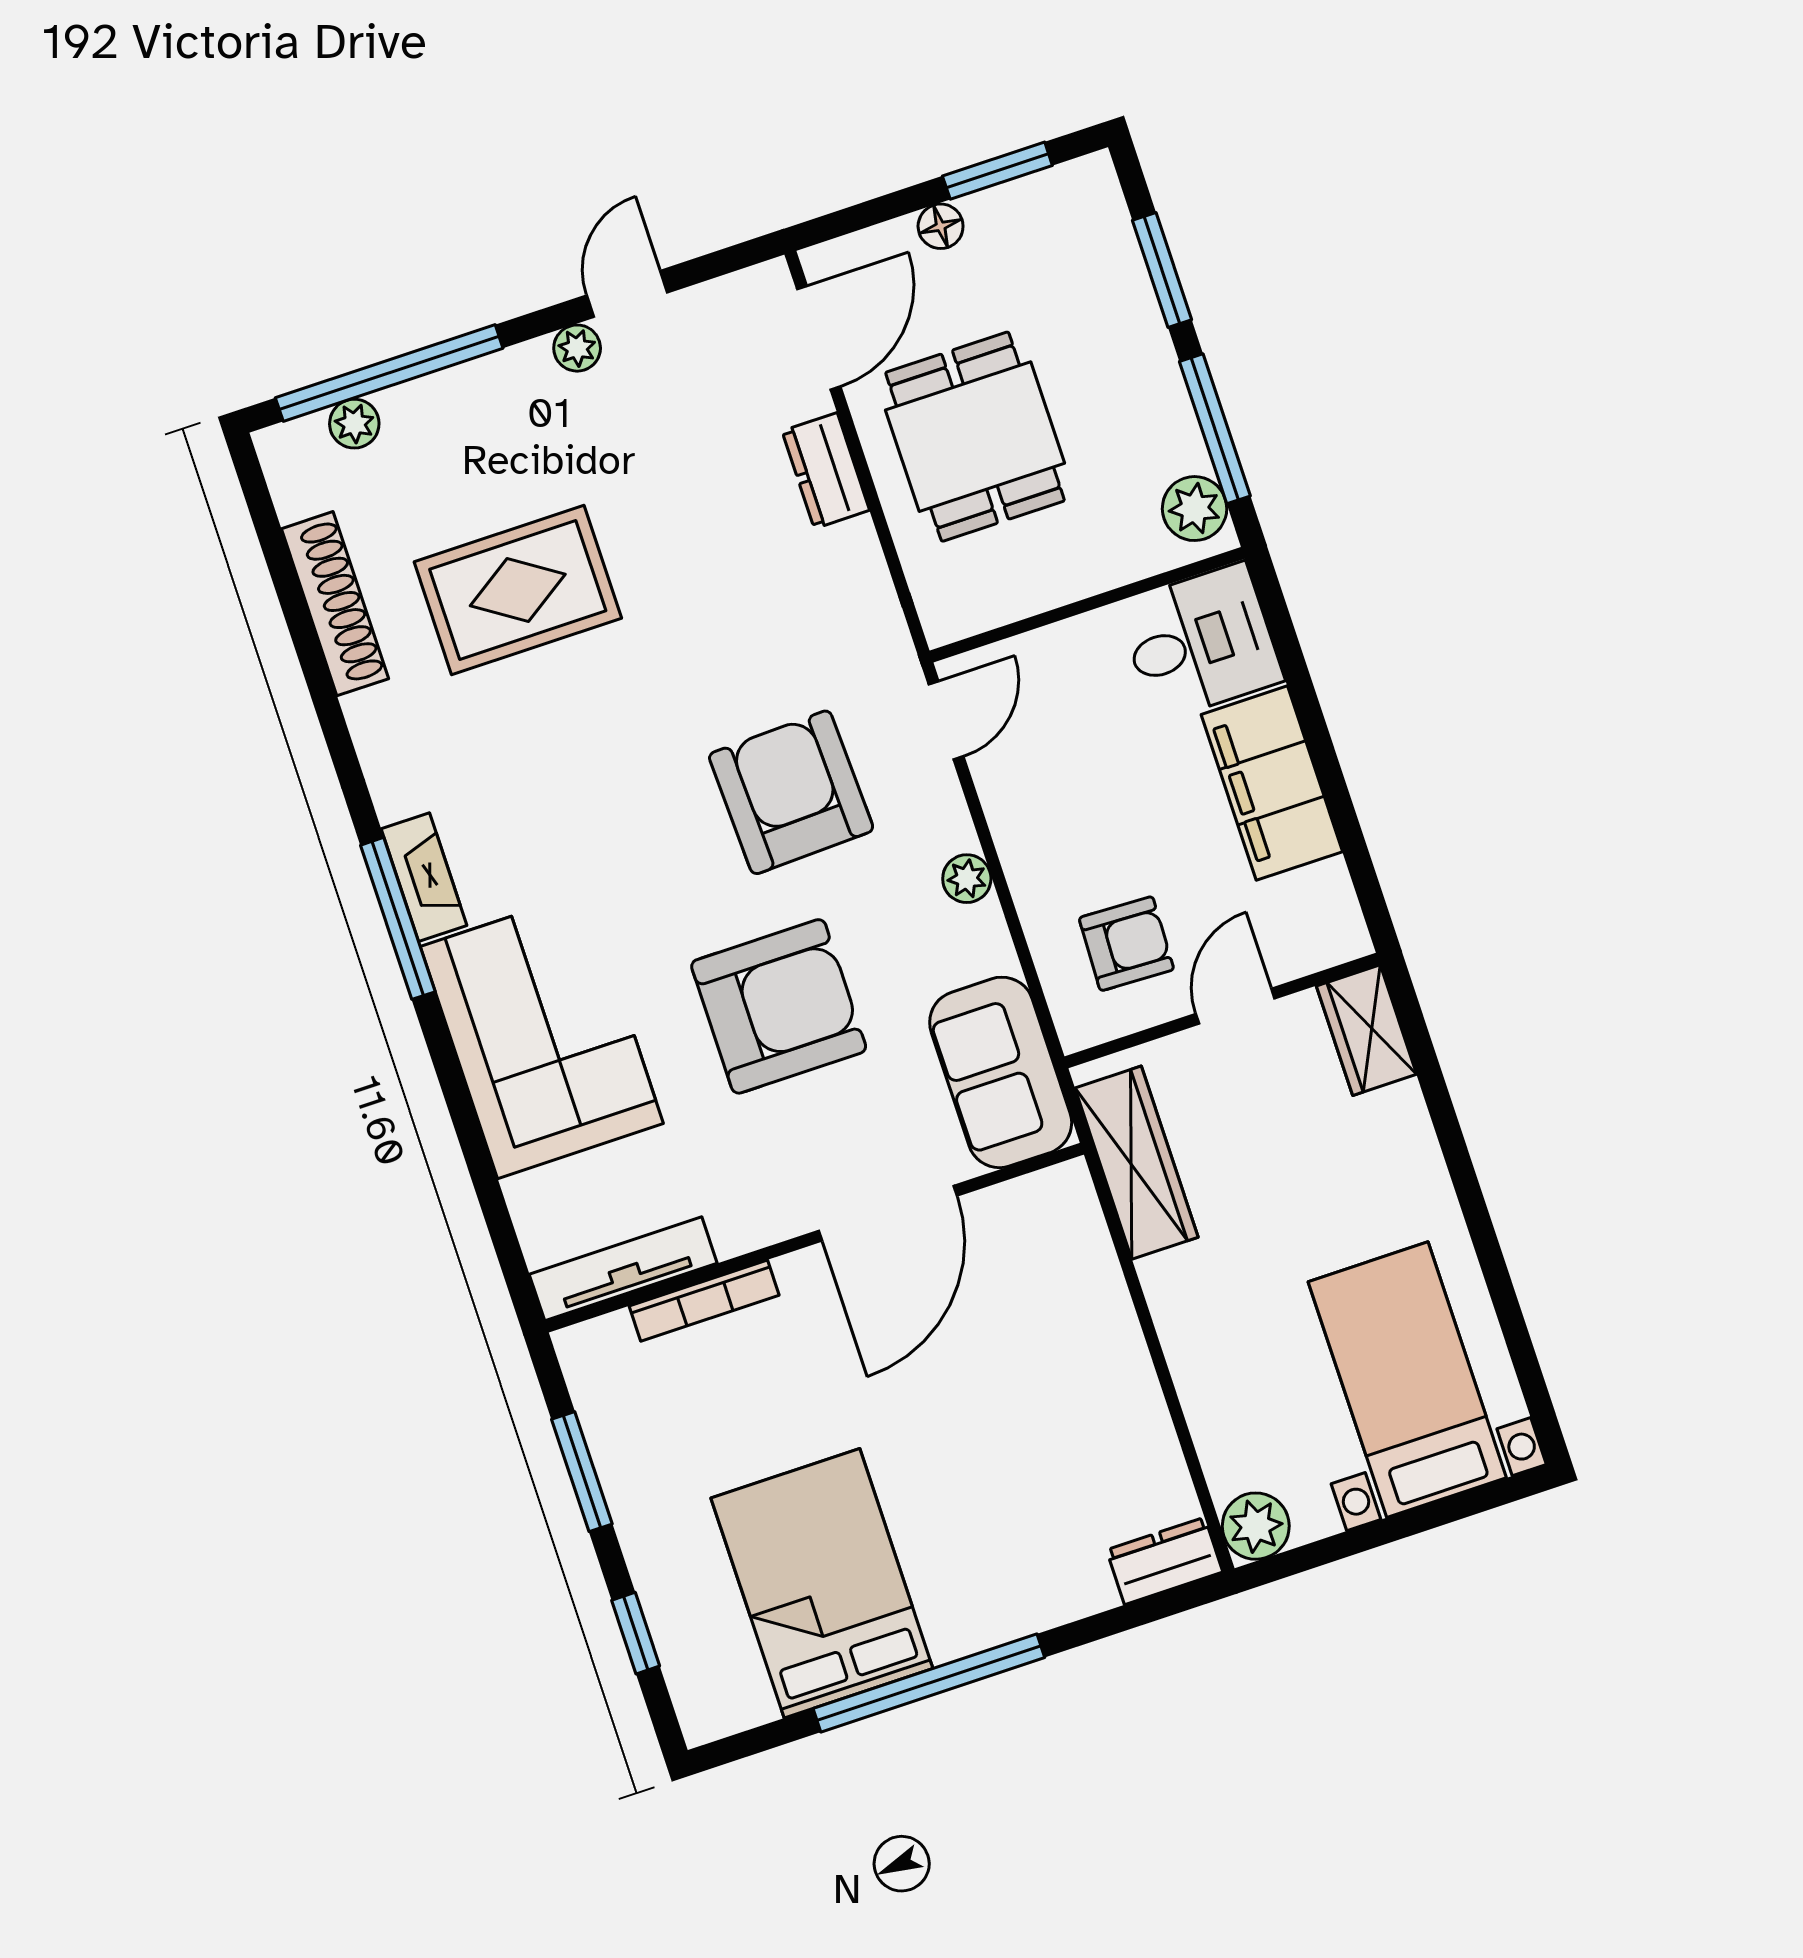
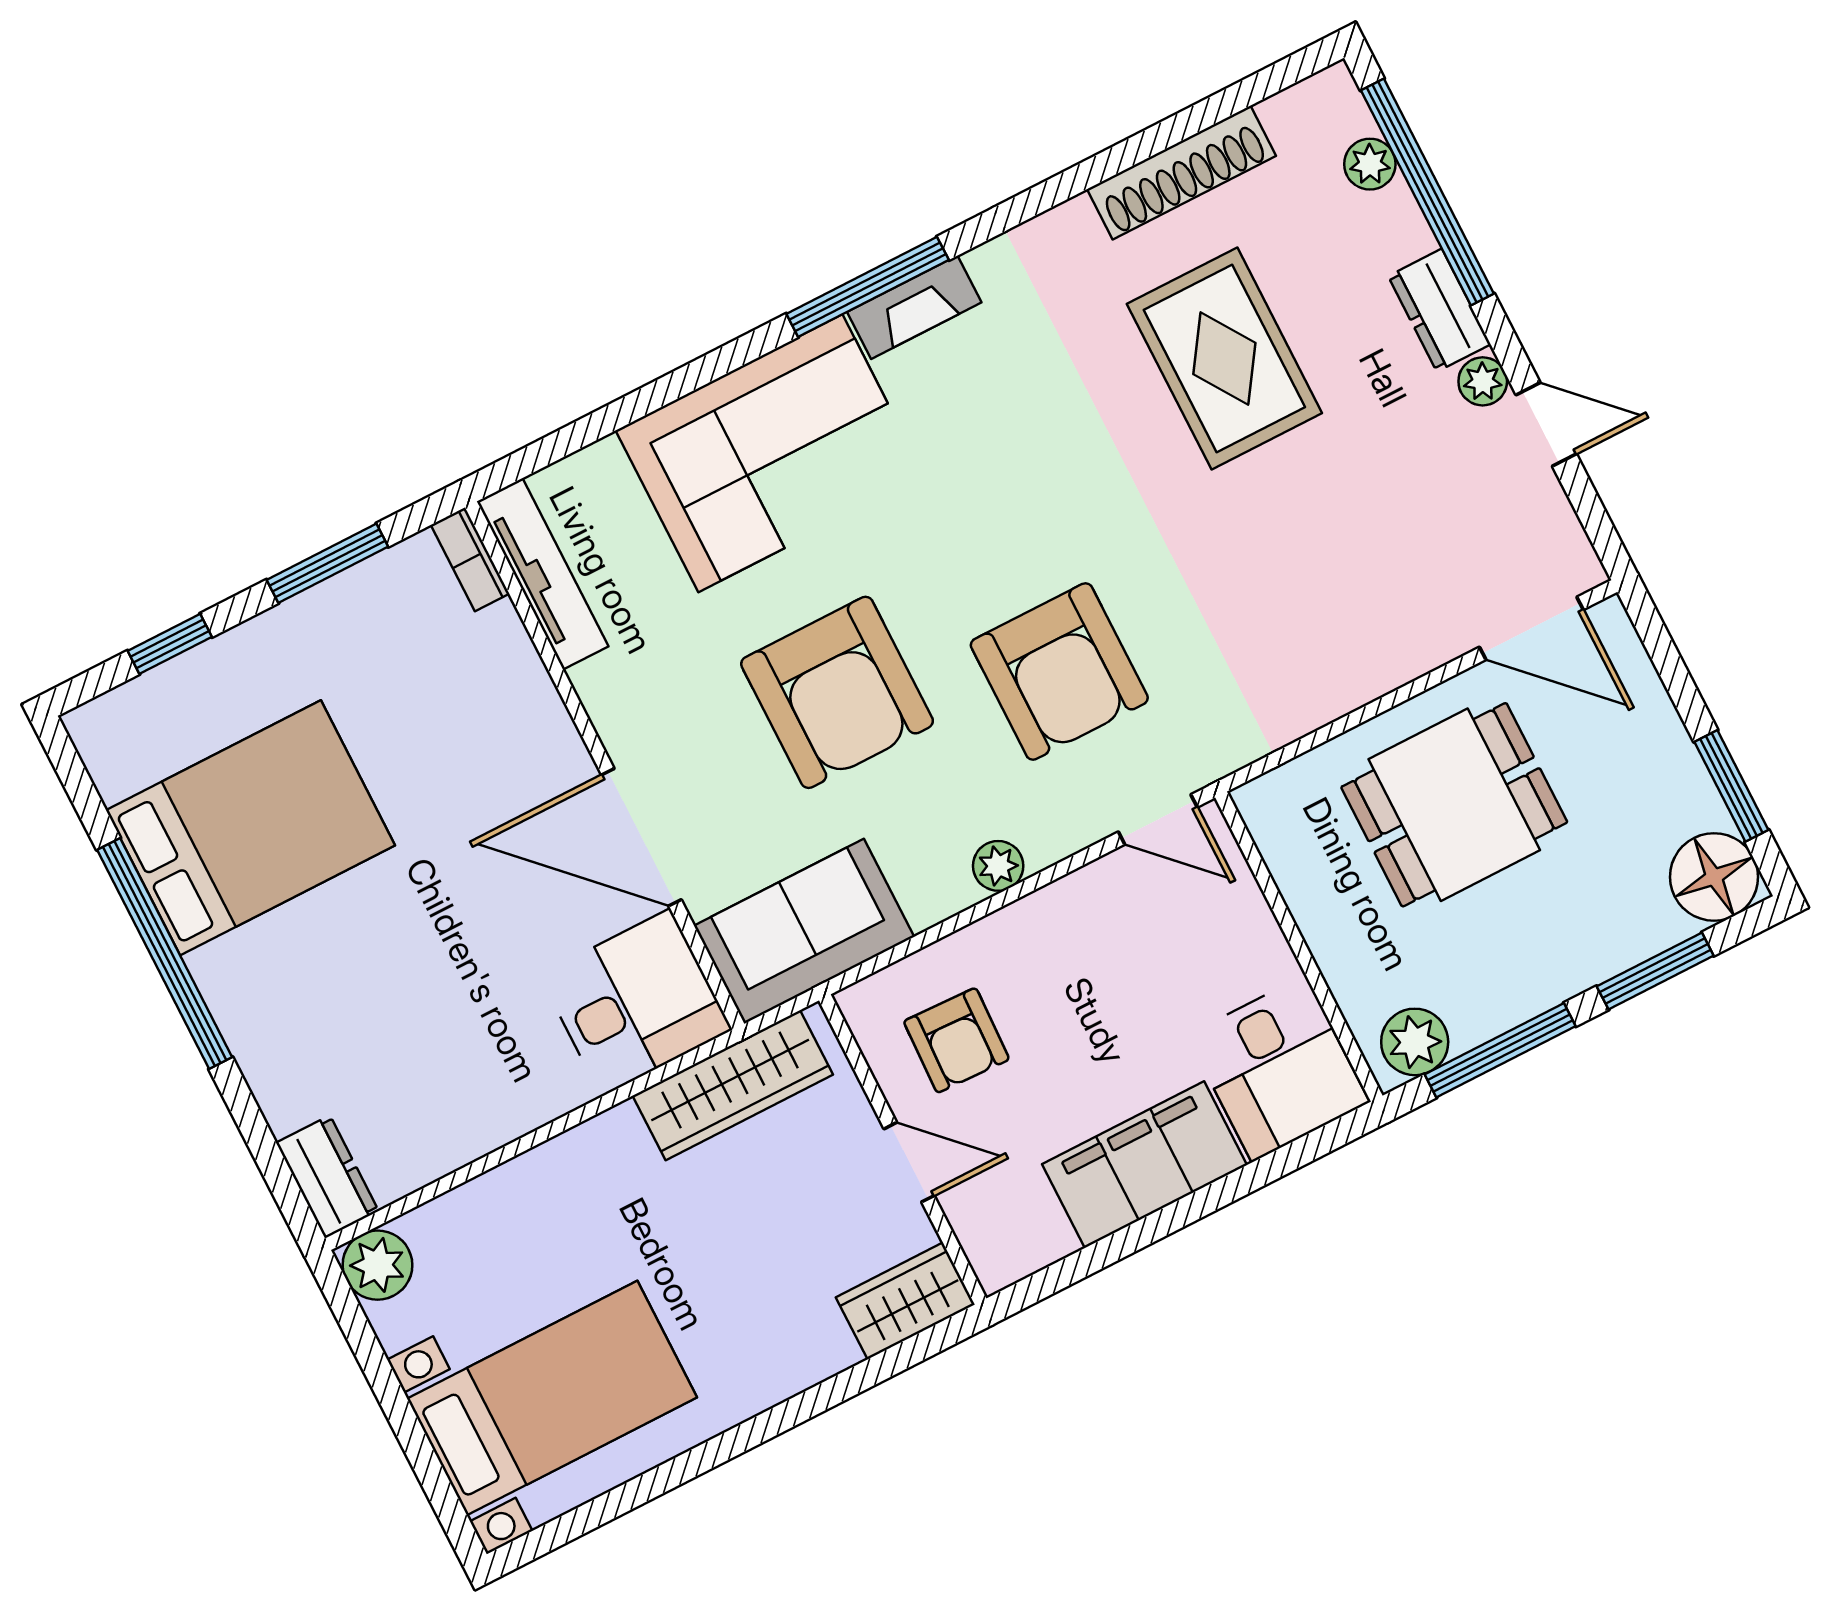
floor lamp: (941, 226) -> (1714, 877), moved, width x1.89, depth x1.89
dresser: (826, 471) -> (1439, 310), moved, turned -90
armchair: (791, 792) -> (1059, 671), turned 92
desk: (1044, 1243) -> (636, 1003), added
bookcase: (704, 1301) -> (470, 559), moved, width x0.64

